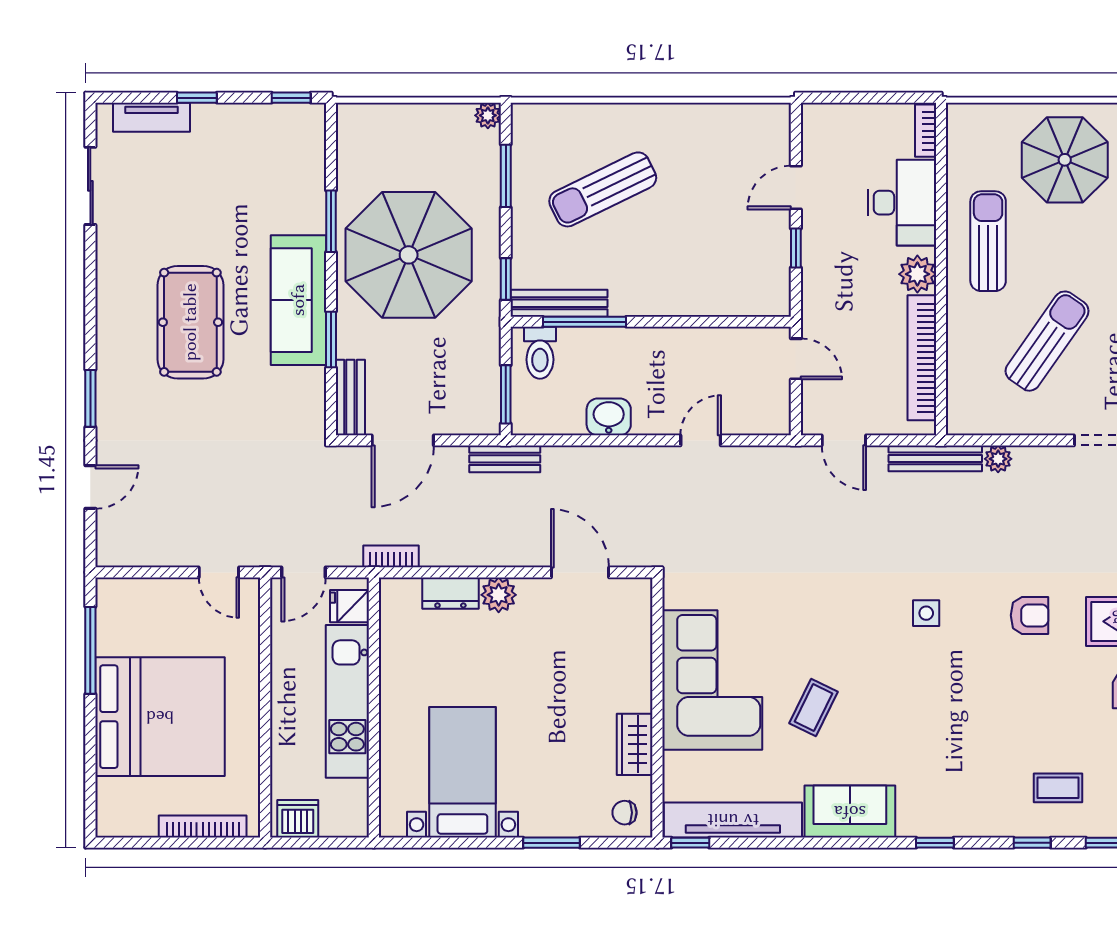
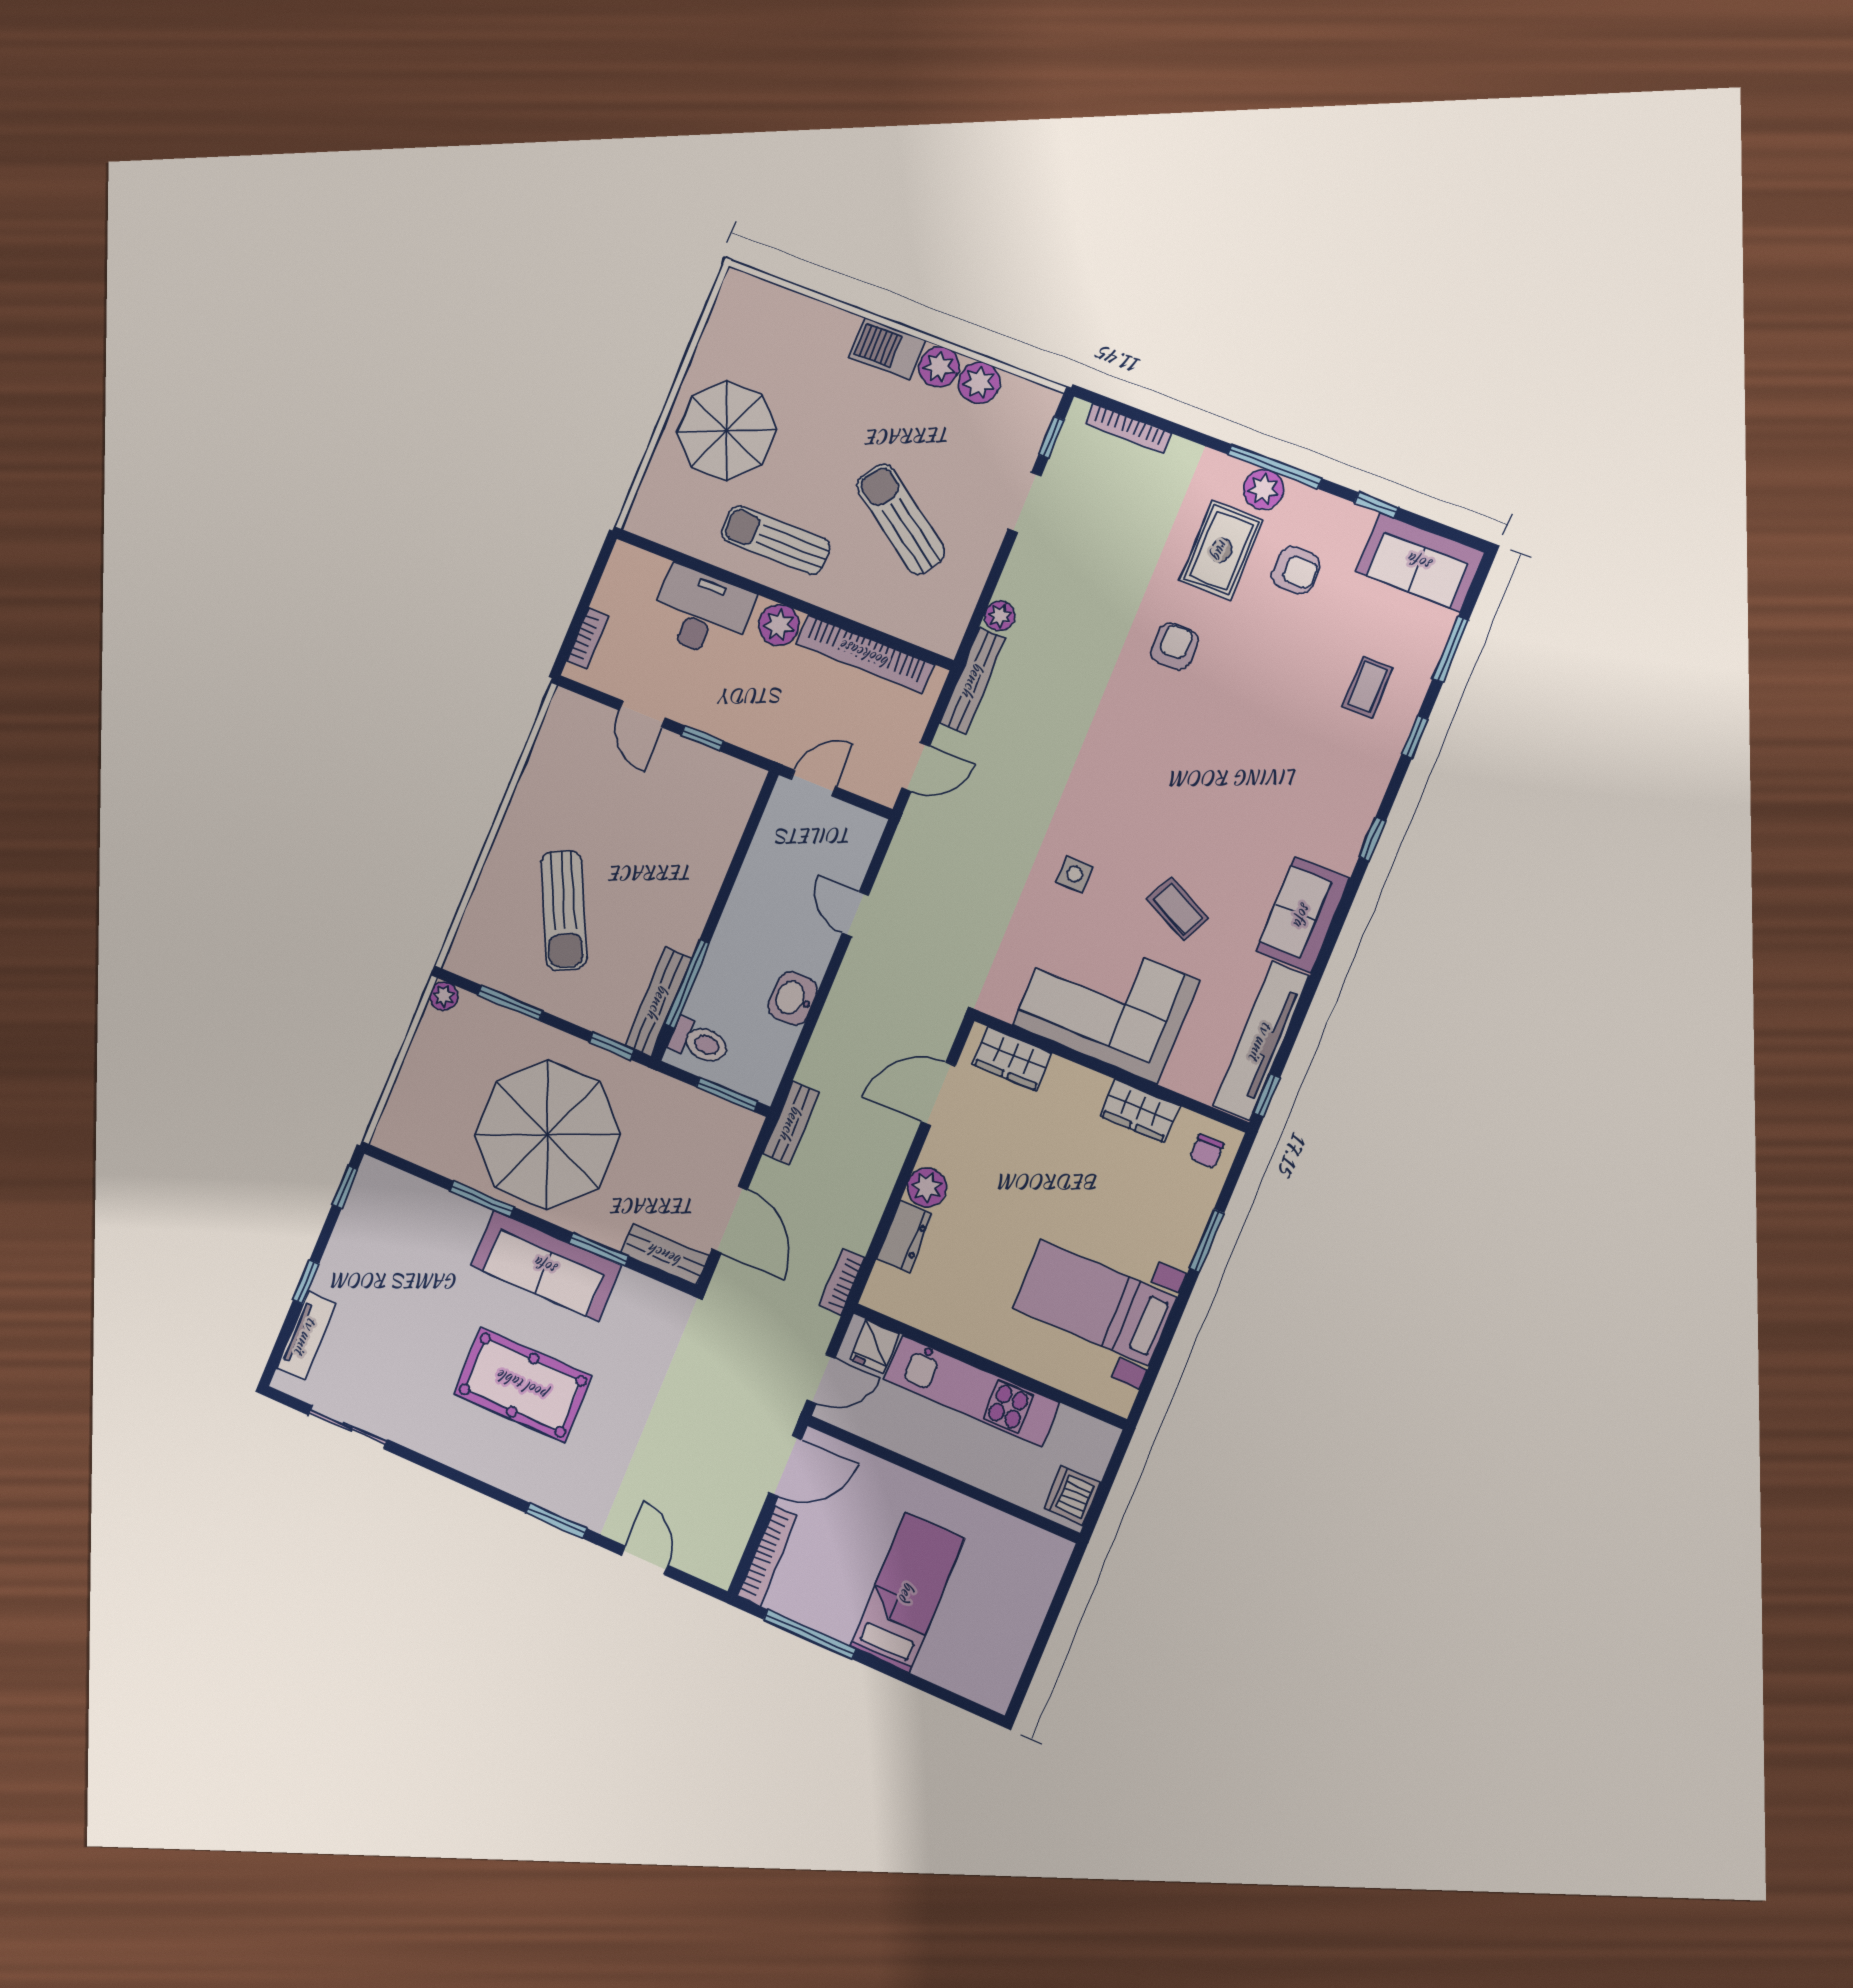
bookcase: (926, 131) -> (588, 639), moved, turned -90
door: (219, 572) -> (785, 1466), width x1.38
door: (304, 572) -> (821, 1379), hinge flipped
side table: (926, 613) -> (1075, 874), moved
wardrobe: (634, 622) -> (1012, 1059), added
bed: (160, 717) -> (907, 1592), width x0.49
bookcase: (203, 827) -> (768, 1556), moved, turned 180

